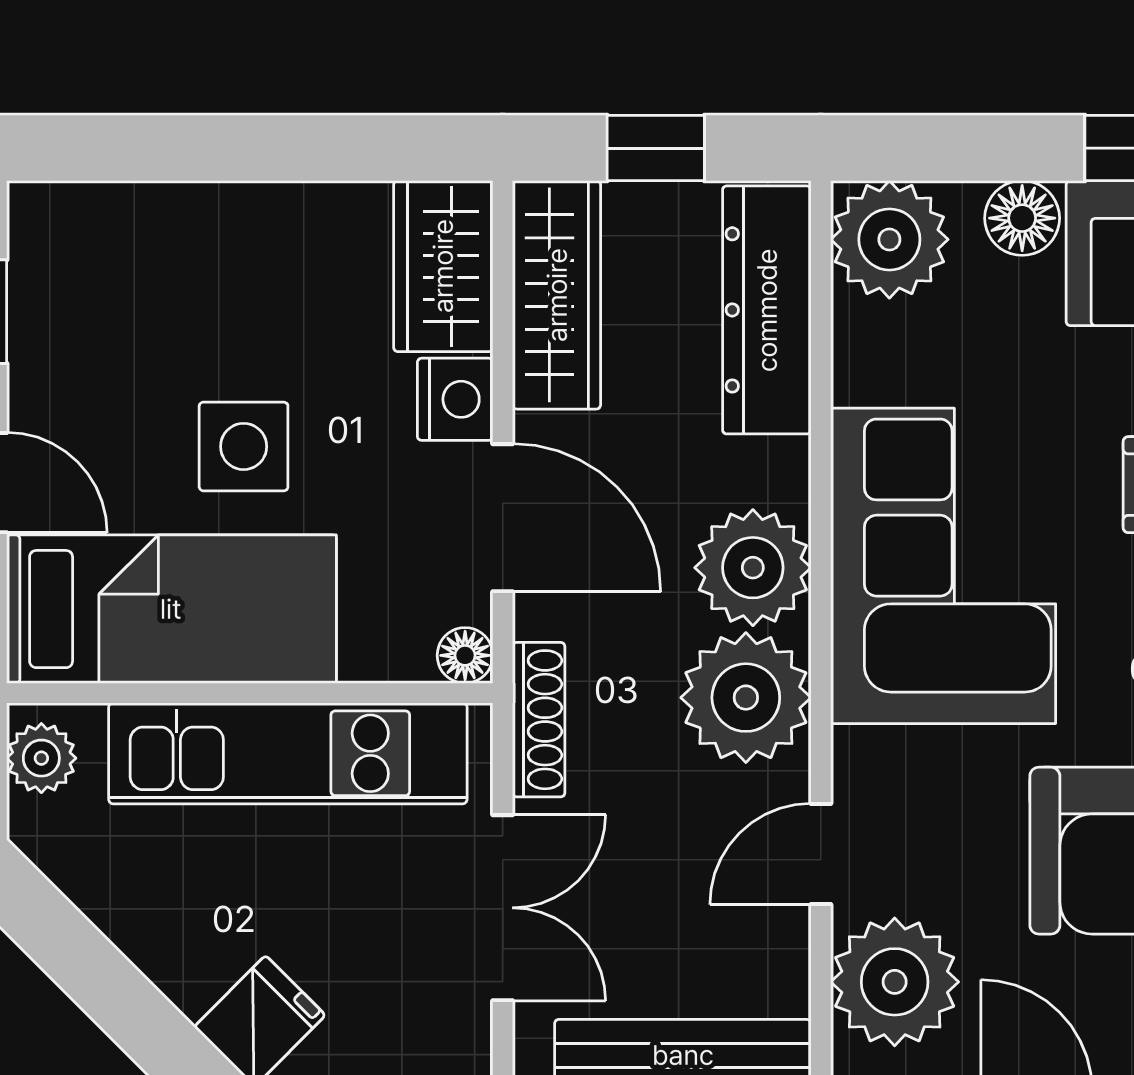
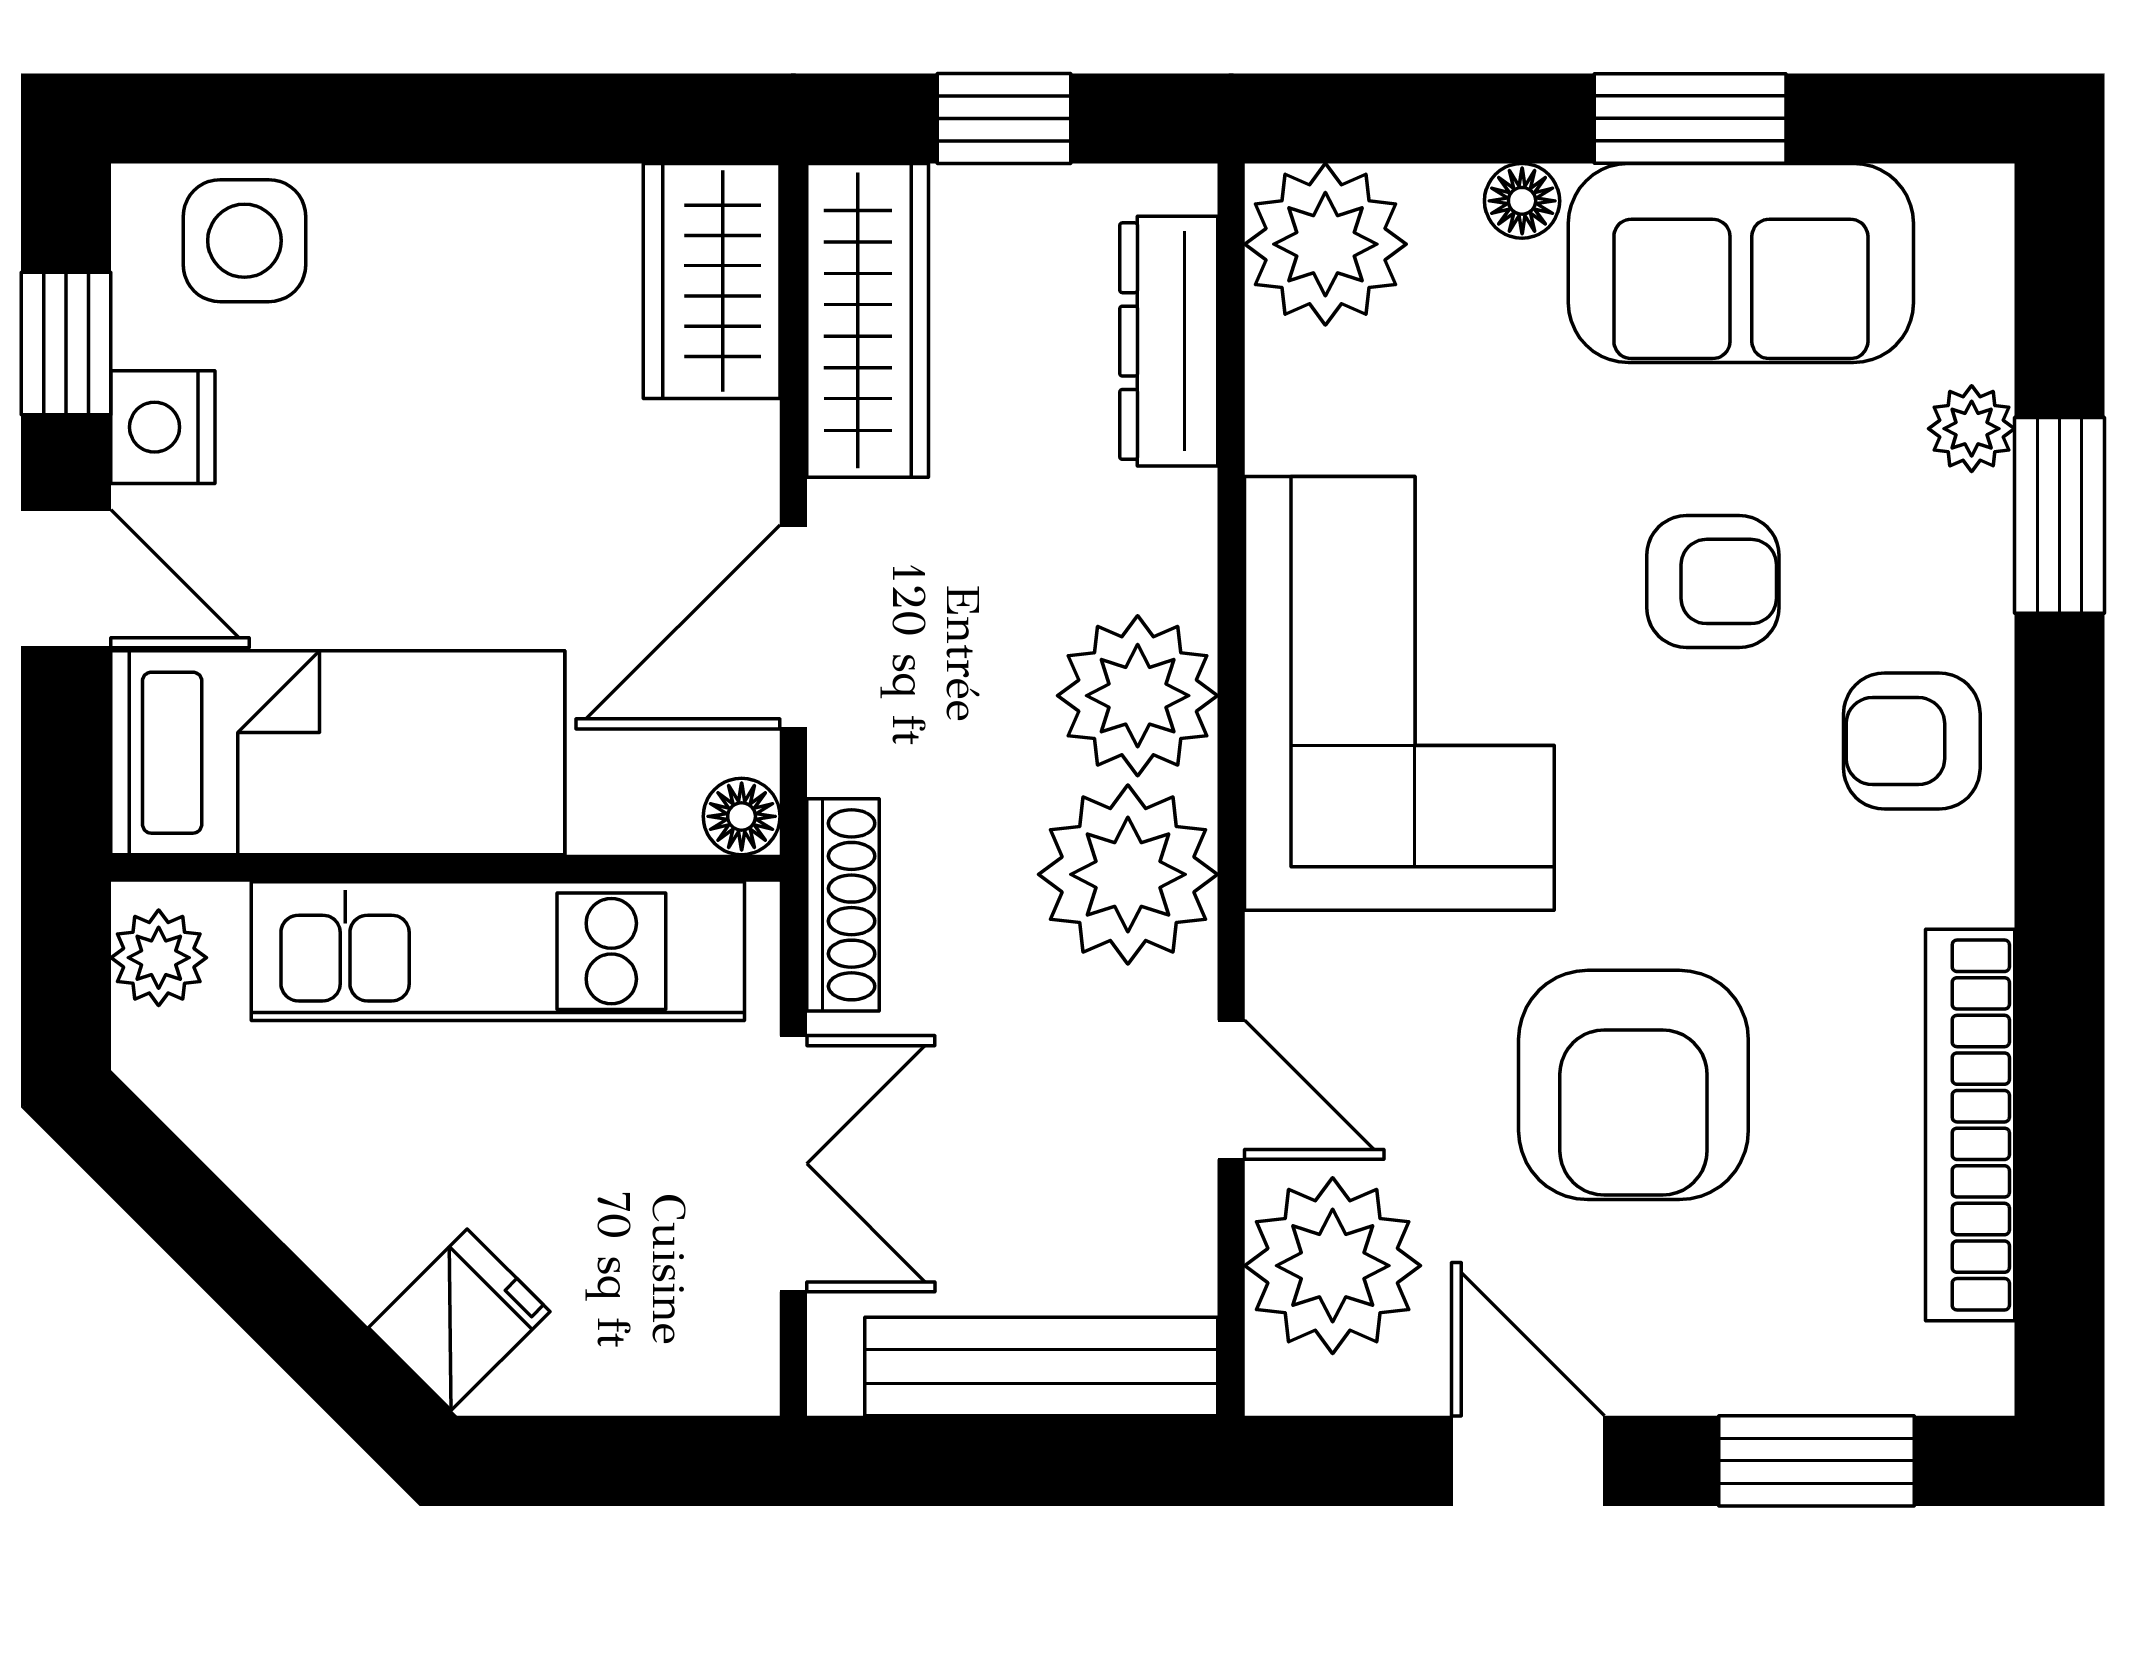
floor lamp: (1022, 218) -> (1522, 201), width x0.73, depth x0.73
dresser: (767, 310) -> (1169, 341), width x0.73, depth x0.80
nightstand: (455, 399) -> (163, 427), moved, turned 180
side table: (244, 446) -> (244, 241), moved
door: (503, 518) -> (793, 627), swing flipped
door: (821, 854) -> (1231, 1090), swing flipped

